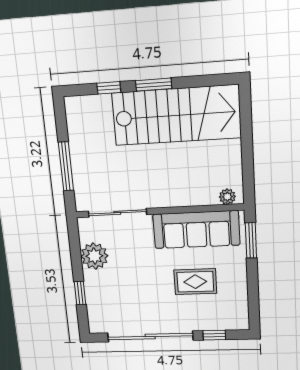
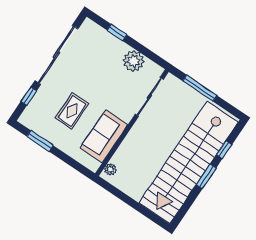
stairs: (176, 115) -> (189, 162), width x1.36
sofa: (196, 230) -> (104, 136), width x0.73
window: (251, 240) -> (40, 141), moved

